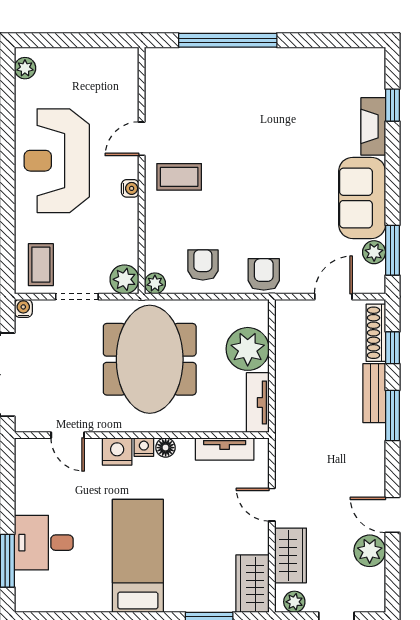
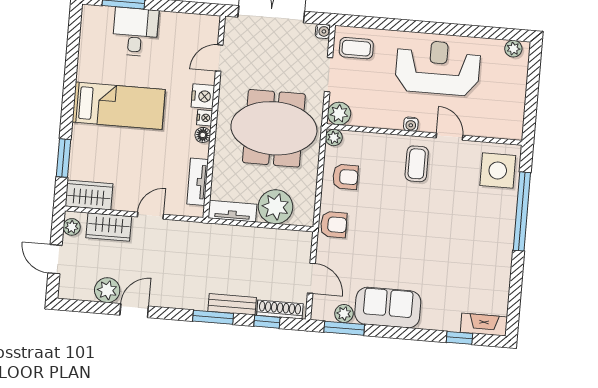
side table: (179, 75) -> (498, 170), added
fireplace: (373, 126) -> (484, 325), moved

